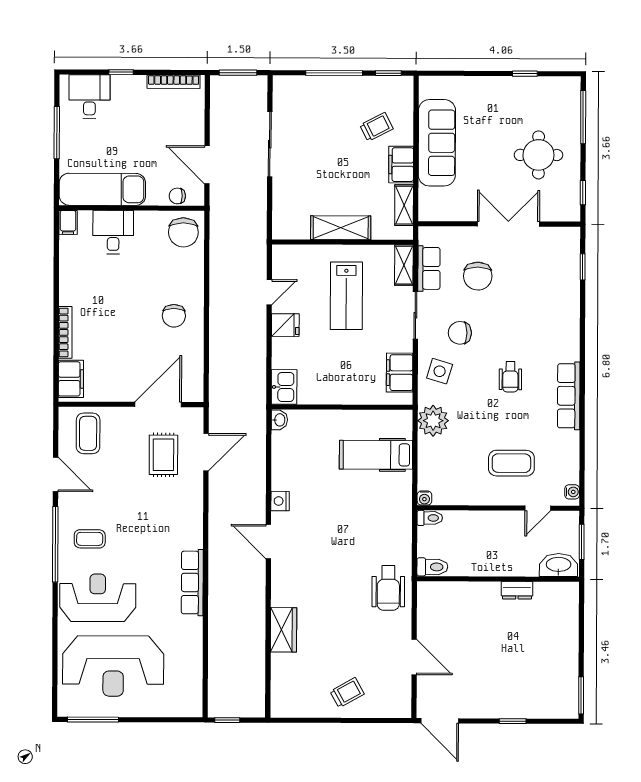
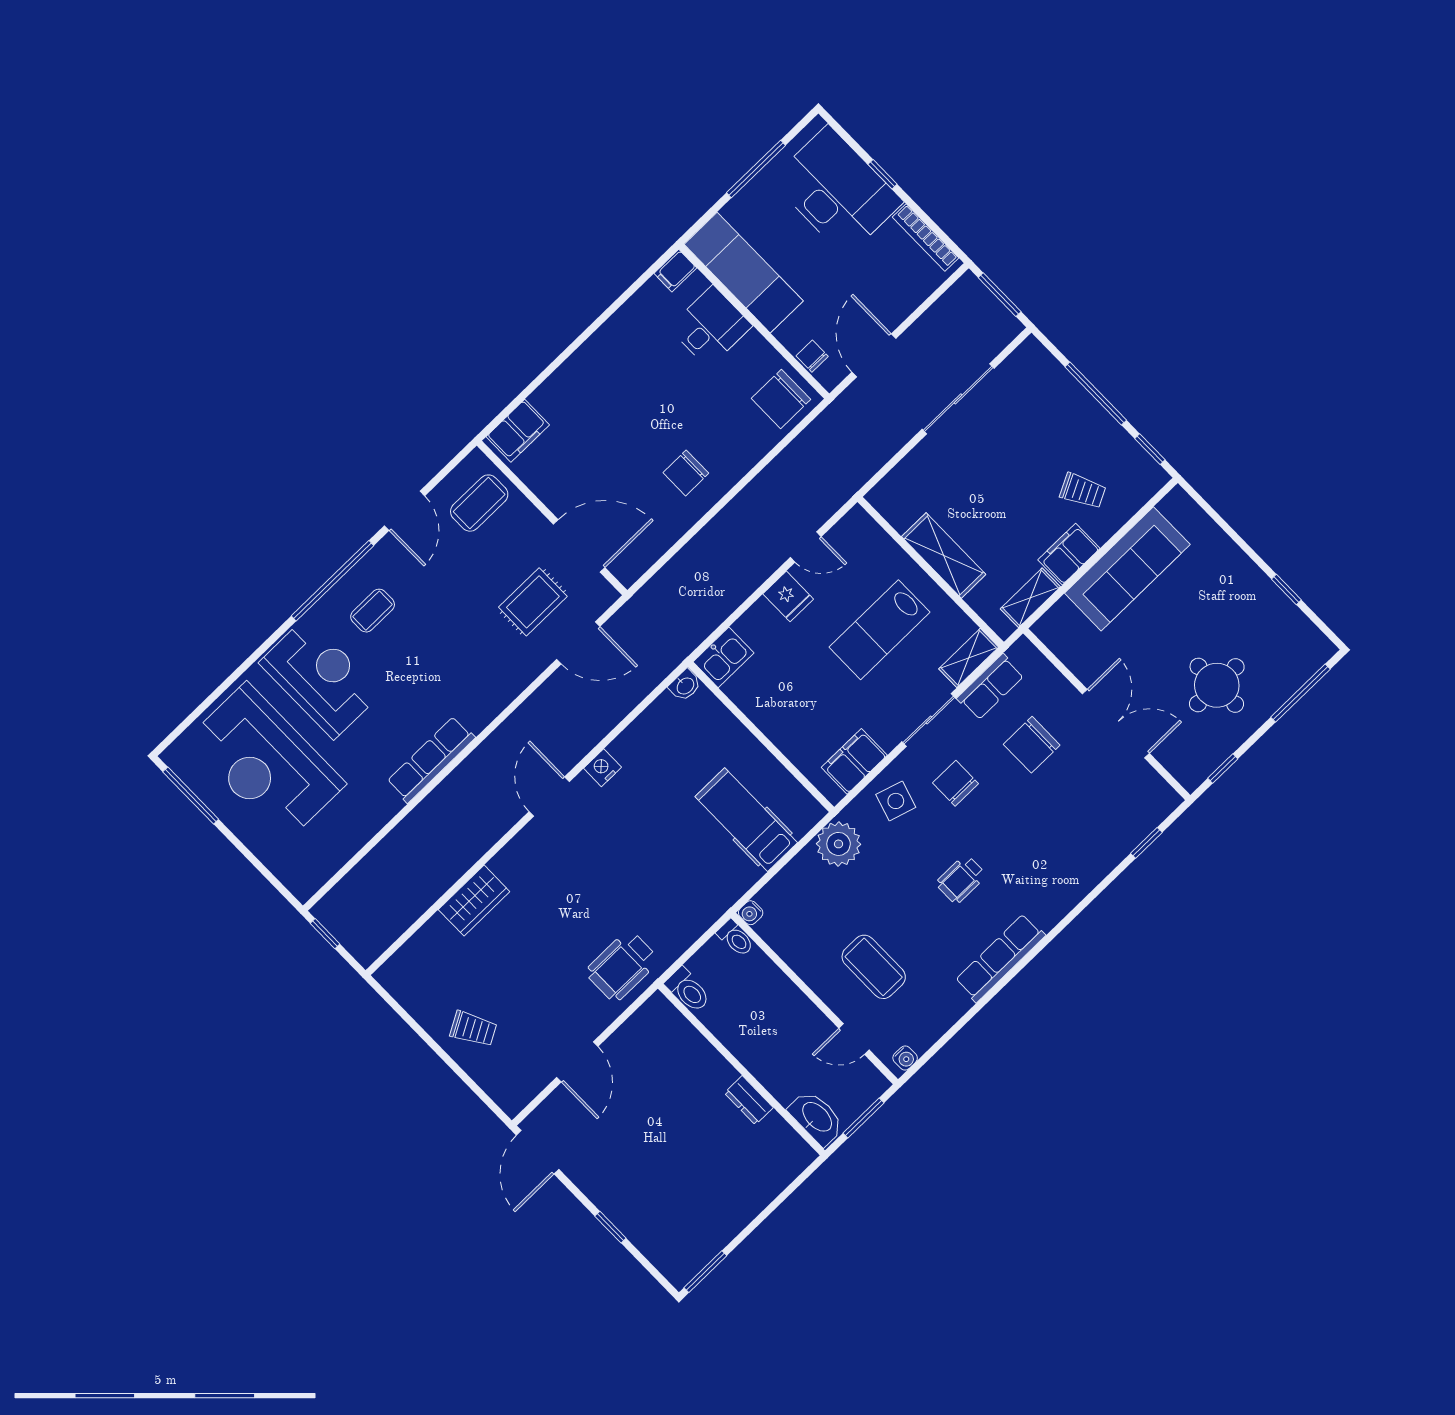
desk: (89, 97) -> (837, 191), width x1.87, depth x1.30
bookcase: (65, 332) -> (560, 378), removed
coffee table: (90, 539) -> (373, 611), turned 90

